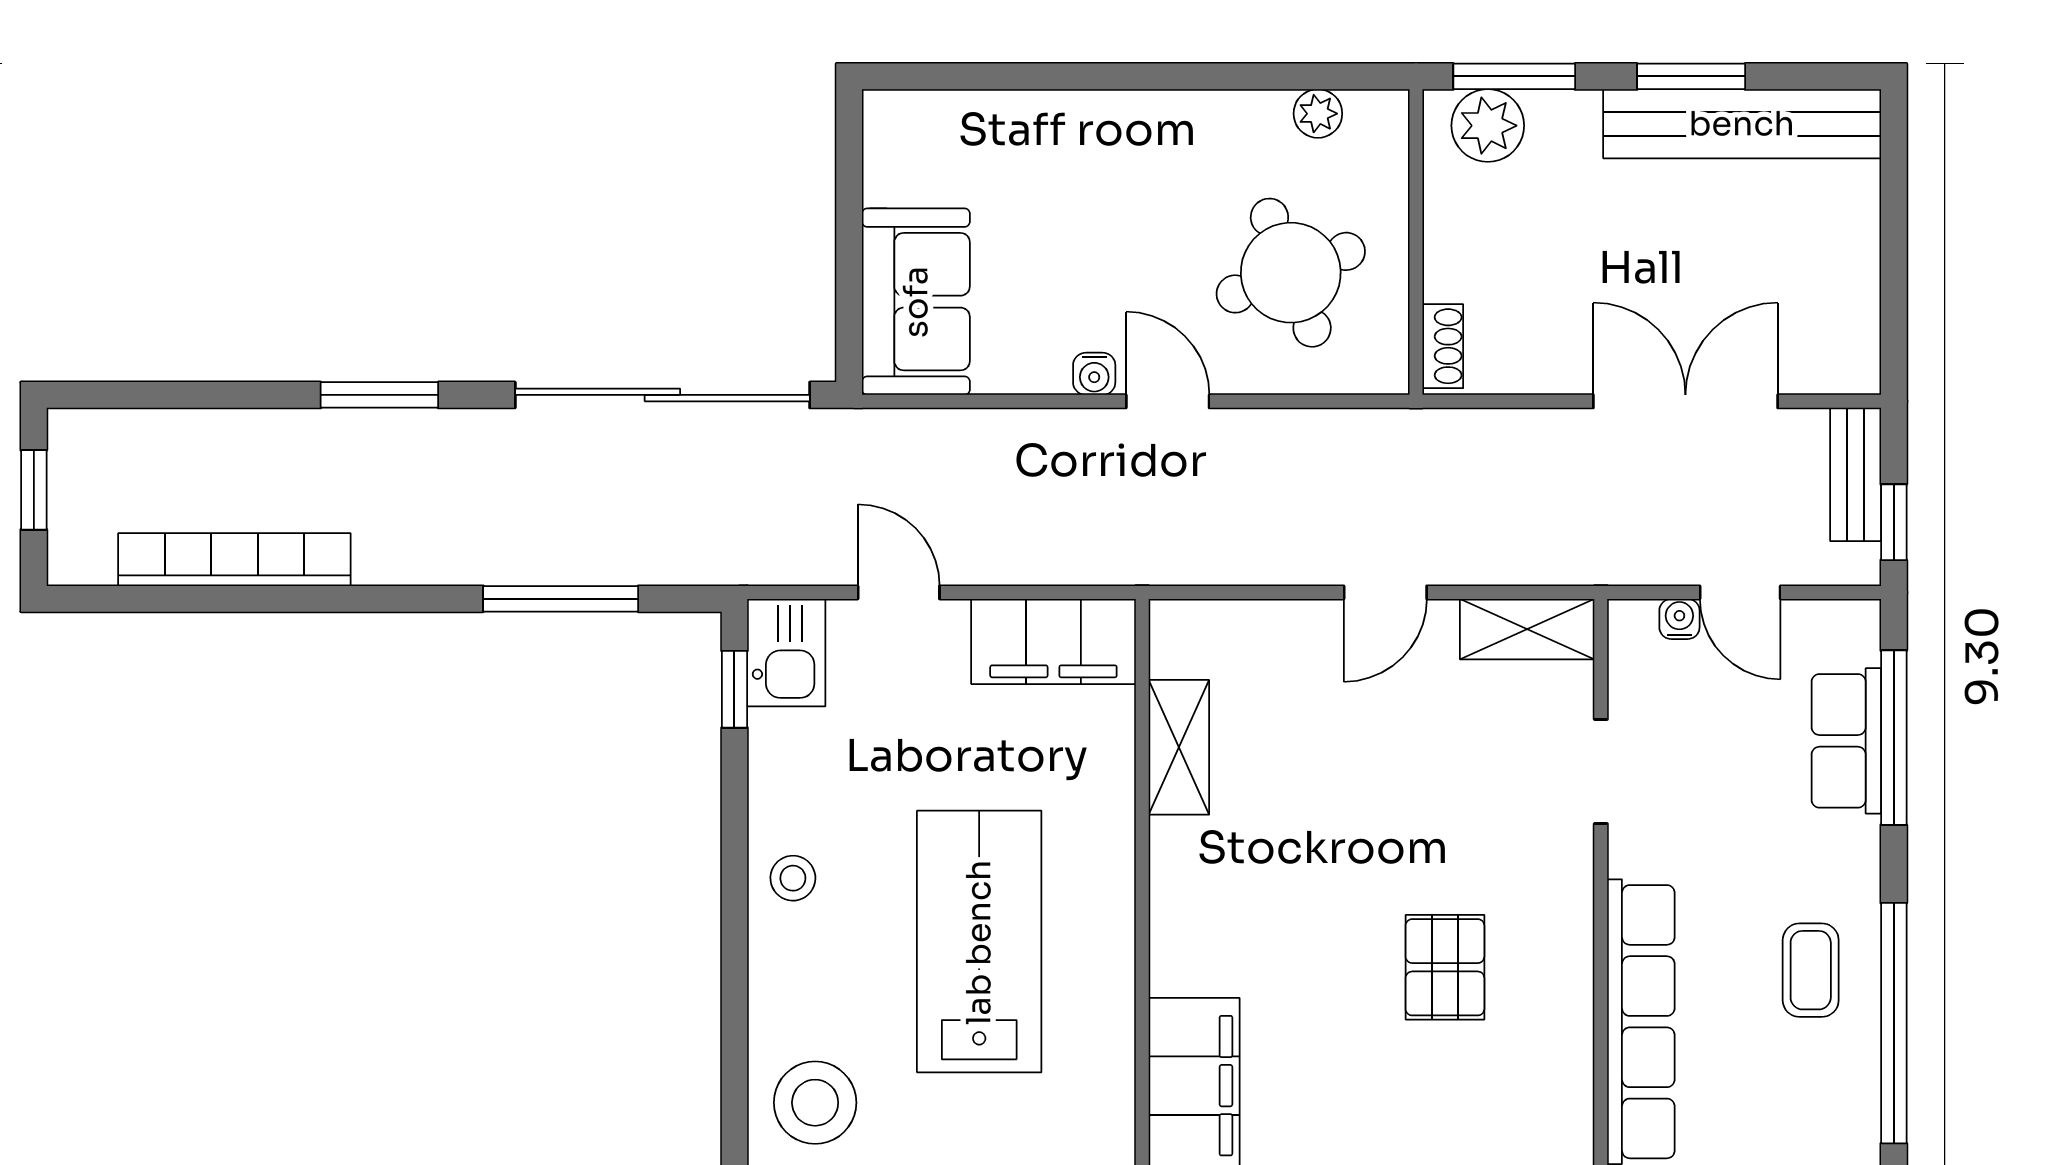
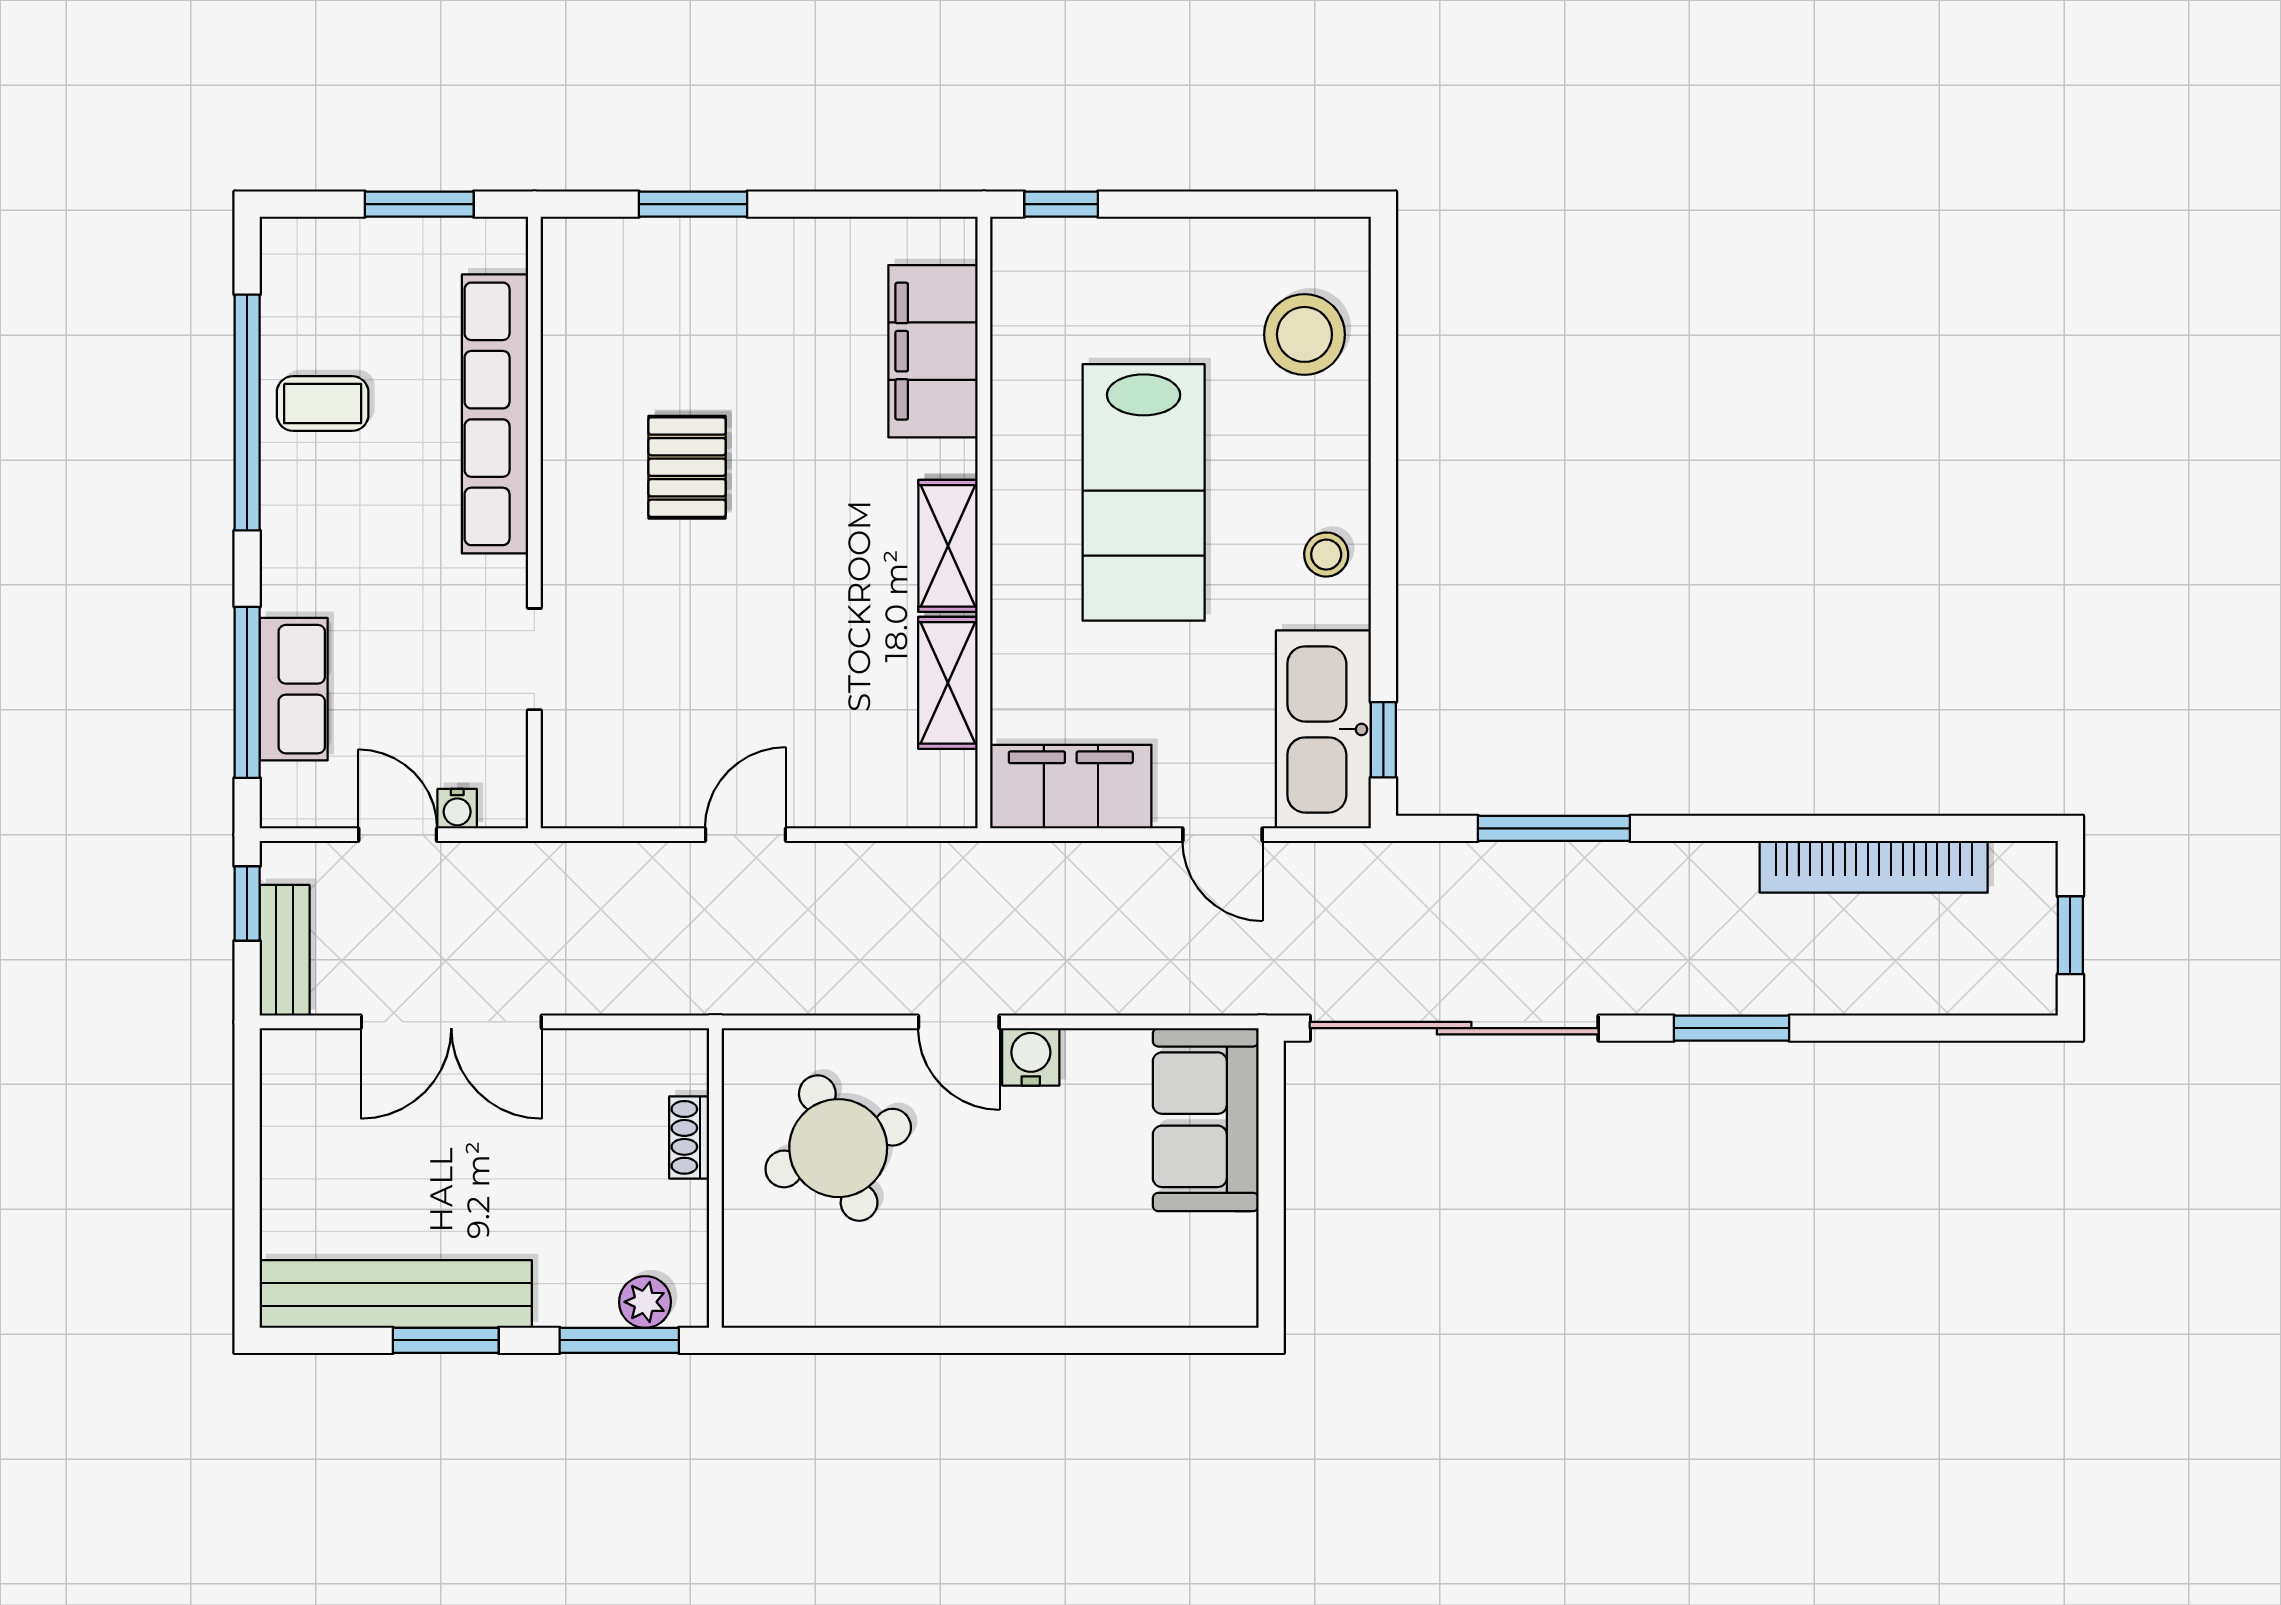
plant: (1318, 114) -> (812, 1304), removed
plant: (1488, 126) -> (645, 1302), width x0.73, depth x0.73
shoe rack: (1443, 346) -> (689, 1137), moved
water cooler: (1094, 374) -> (1031, 1057), width x1.38, depth x1.38
shelving: (1527, 629) -> (948, 546), moved, turned 90
kitchen sink: (786, 653) -> (1323, 729), width x1.87, depth x1.24
coffee table: (1811, 970) -> (323, 404), moved, turned 90

